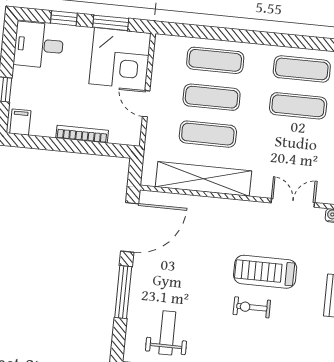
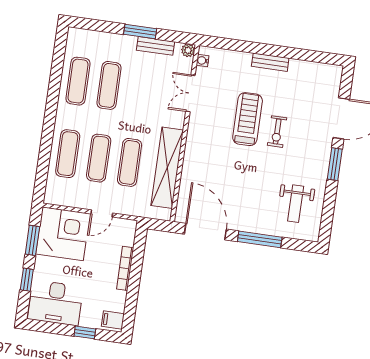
desk: (39, 45) -> (55, 303), width x1.37
treadmill: (265, 272) -> (248, 119), turned 180
weight bench: (167, 333) -> (296, 204), turned -90

